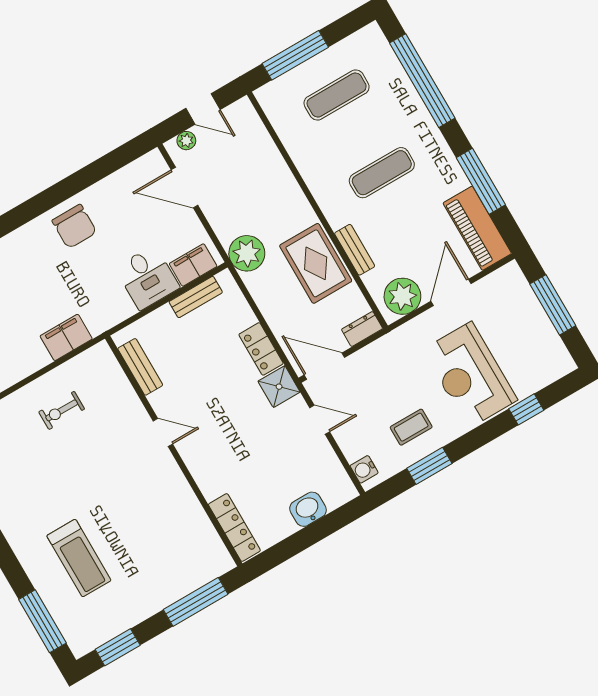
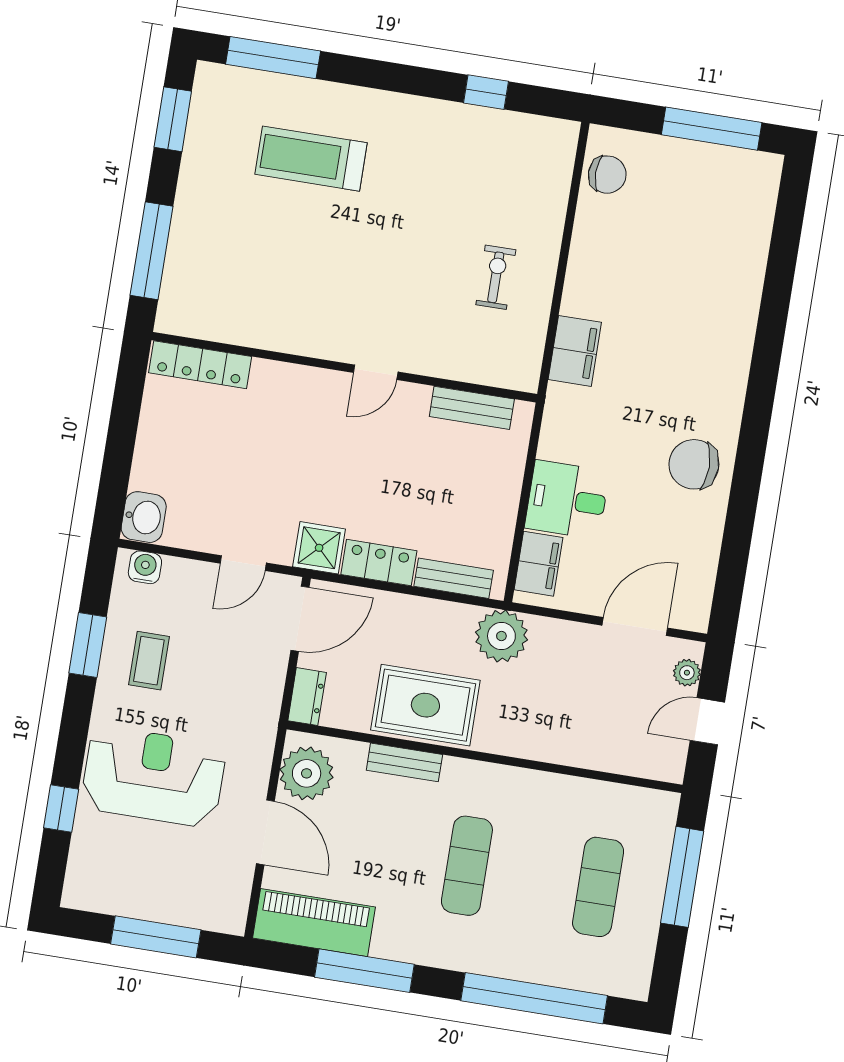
bench: (196, 297) -> (454, 578), moved, turned 90
washbasin: (308, 509) -> (144, 517), moved

